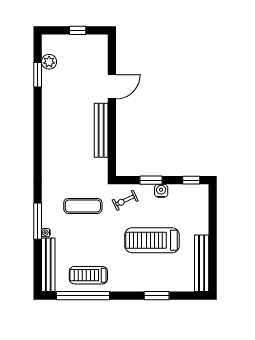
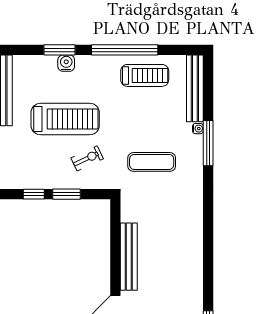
window: (191, 180) -> (34, 194), moved
water cooler: (161, 191) -> (66, 63), moved, turned 180
exercise bike: (125, 200) -> (87, 158), moved
window: (83, 296) -> (125, 50), moved

